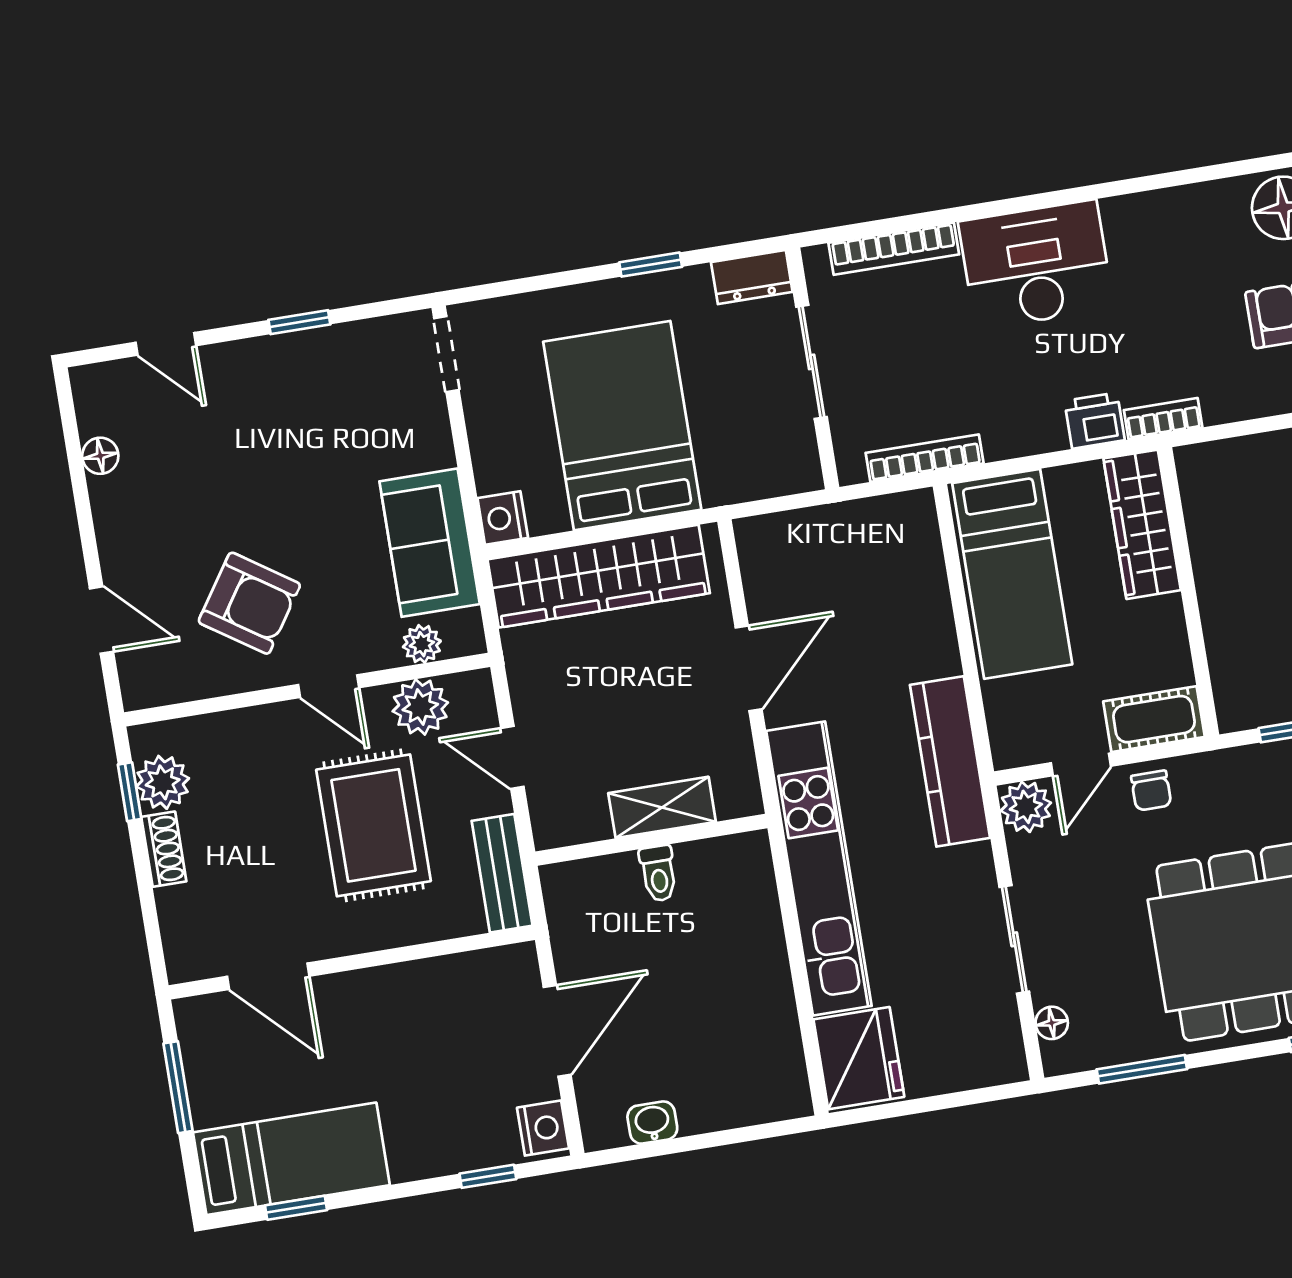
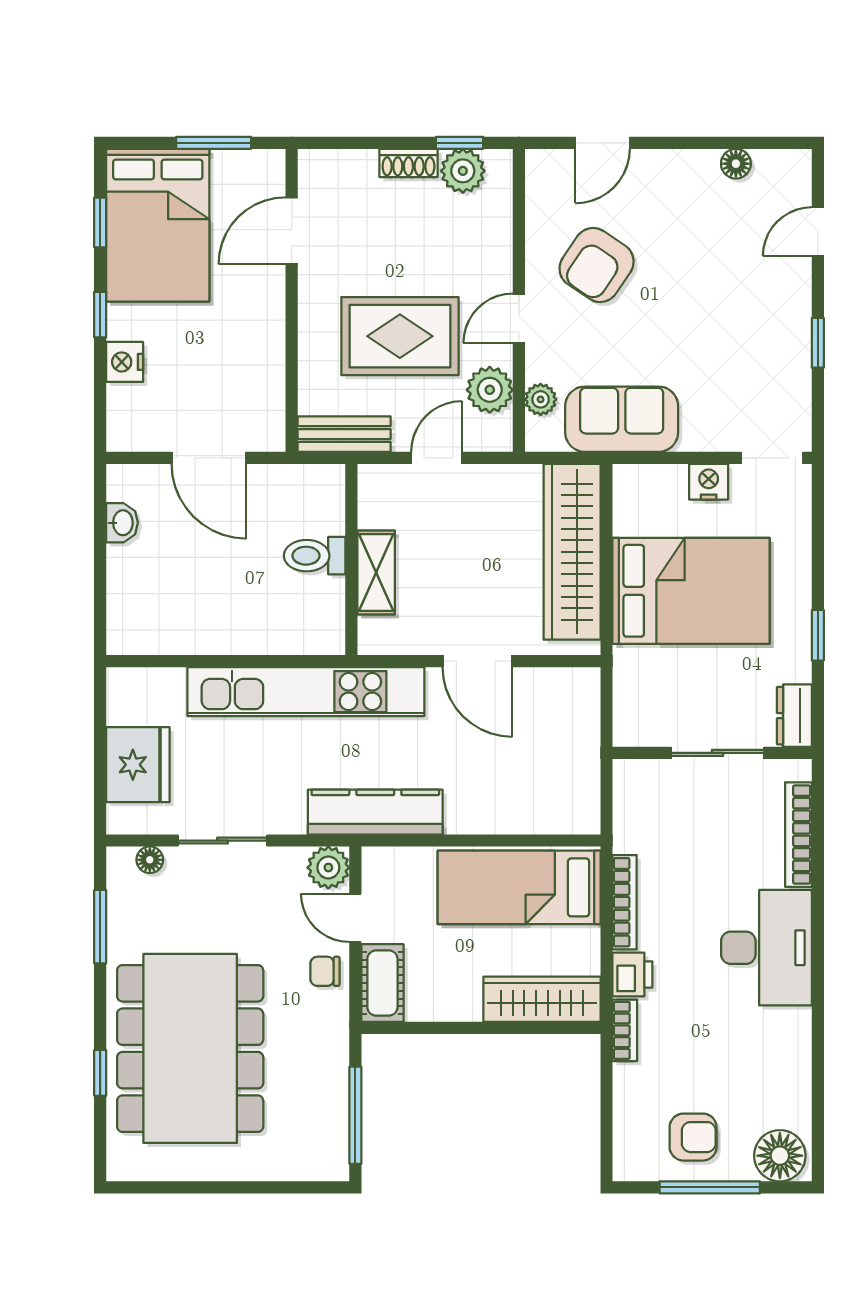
bookcase: (925, 458) -> (625, 902), moved
nightstand: (503, 518) -> (709, 482), moved
toilet: (658, 873) -> (315, 556), width x1.37, depth x1.39
fridge: (859, 1058) -> (138, 765), moved, turned -90
nightstand: (543, 1128) -> (125, 362), moved, turned 90
bed: (291, 1159) -> (158, 225), width x1.50
window: (488, 1176) -> (100, 315), moved

